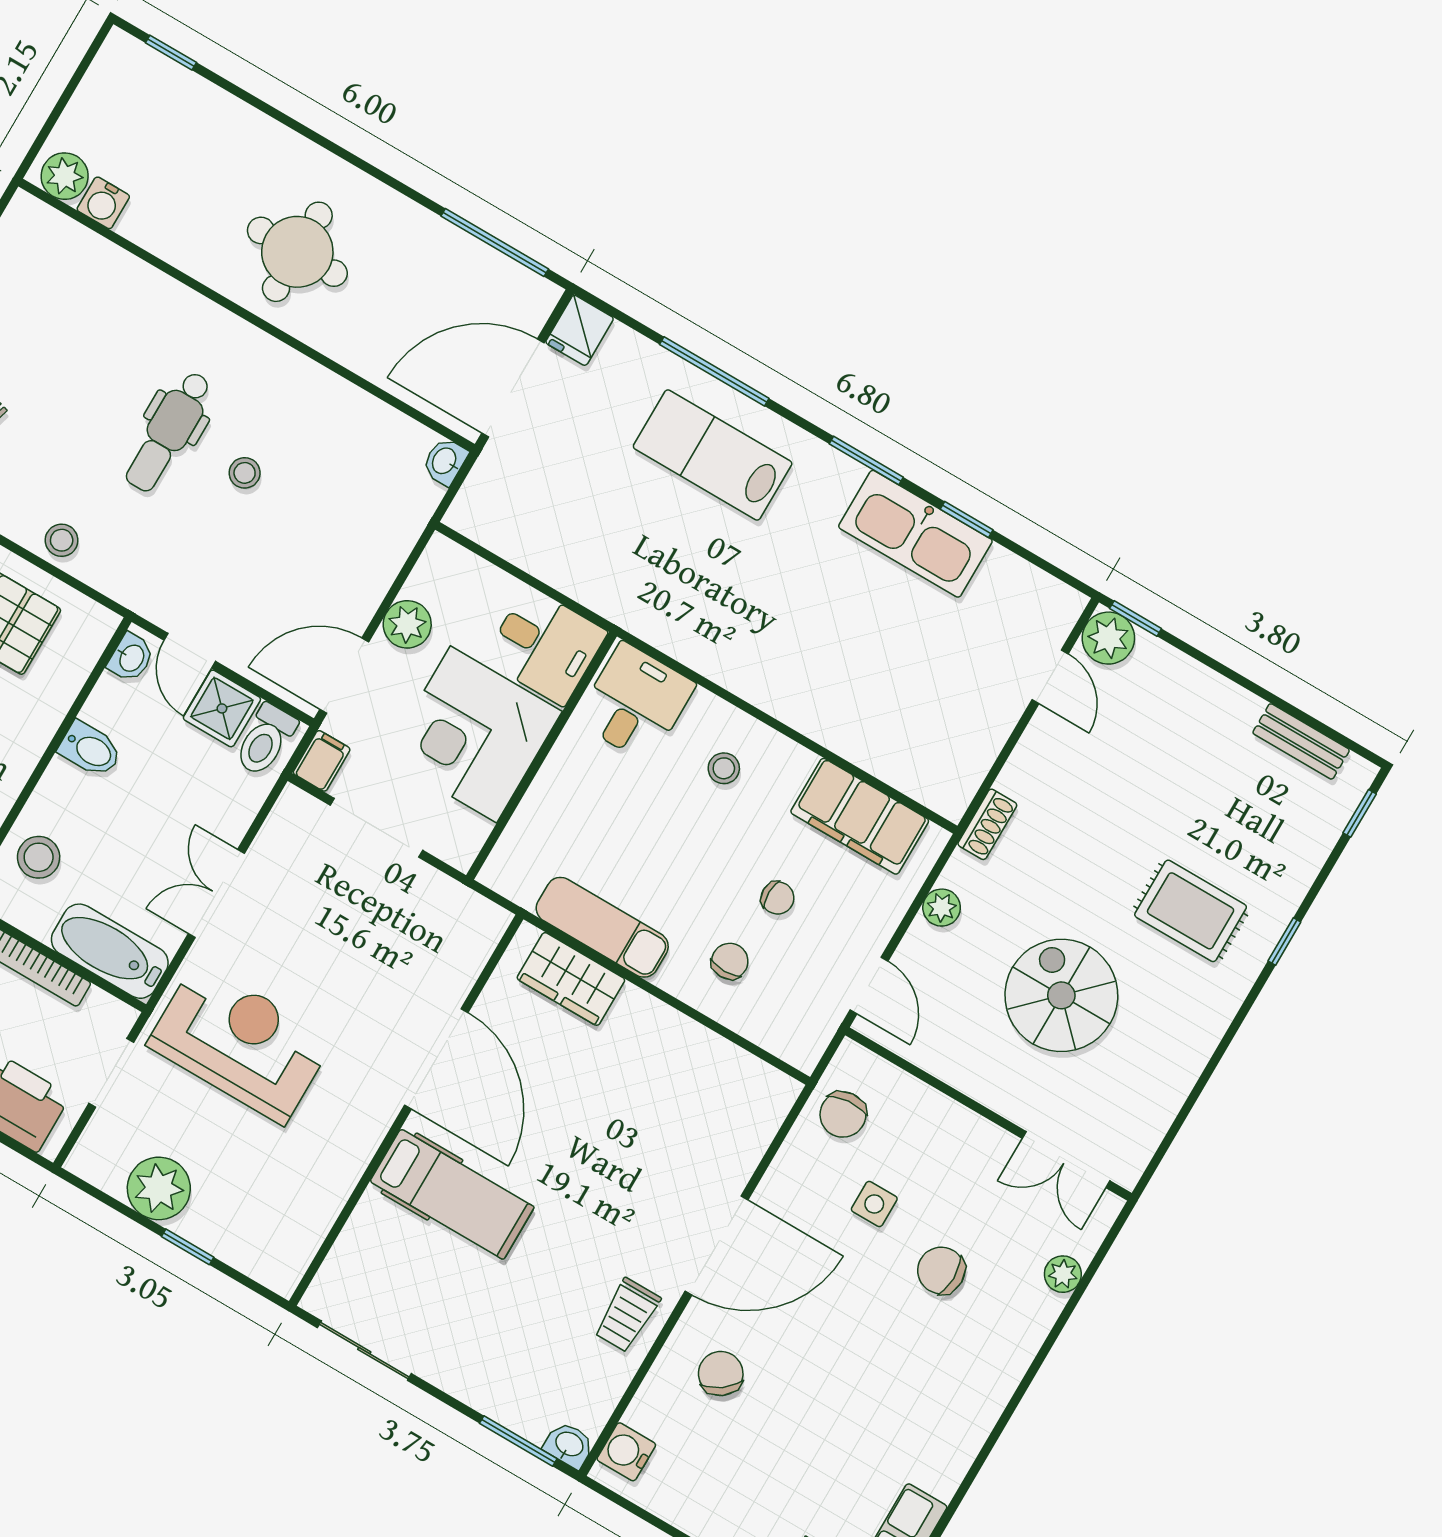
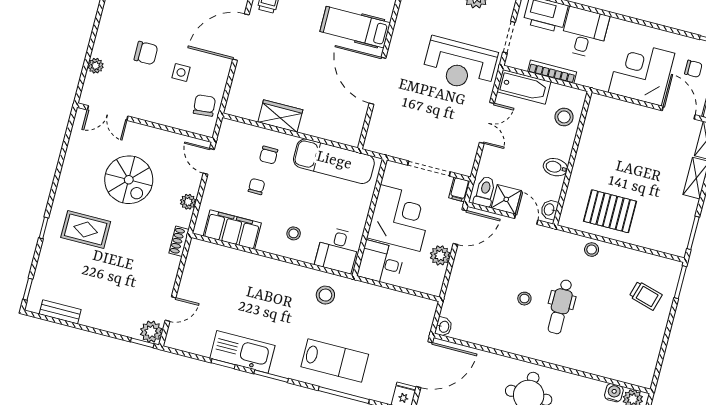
dental chair: (169, 432) -> (560, 307), turned 180
stool: (692, 609) -> (325, 295), added
door: (1050, 677) -> (171, 309), swing flipped
chair: (777, 898) -> (256, 187), turned 90
exam couch: (602, 927) -> (334, 161), width x1.36, depth x1.45
wardrobe: (571, 979) -> (280, 116), moved
double door: (1066, 1160) -> (108, 113), swing flipped

